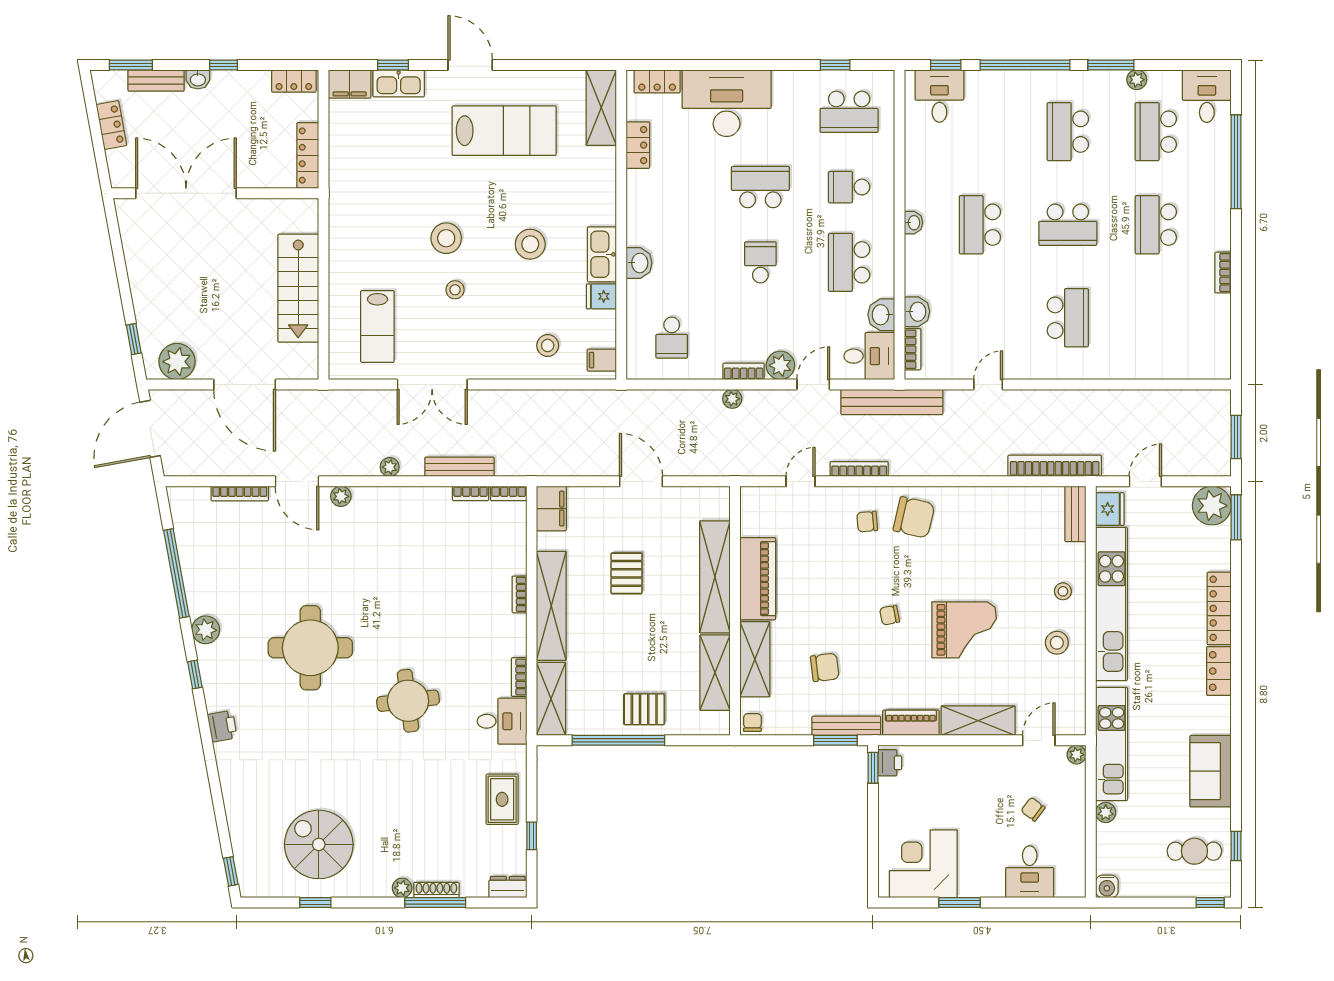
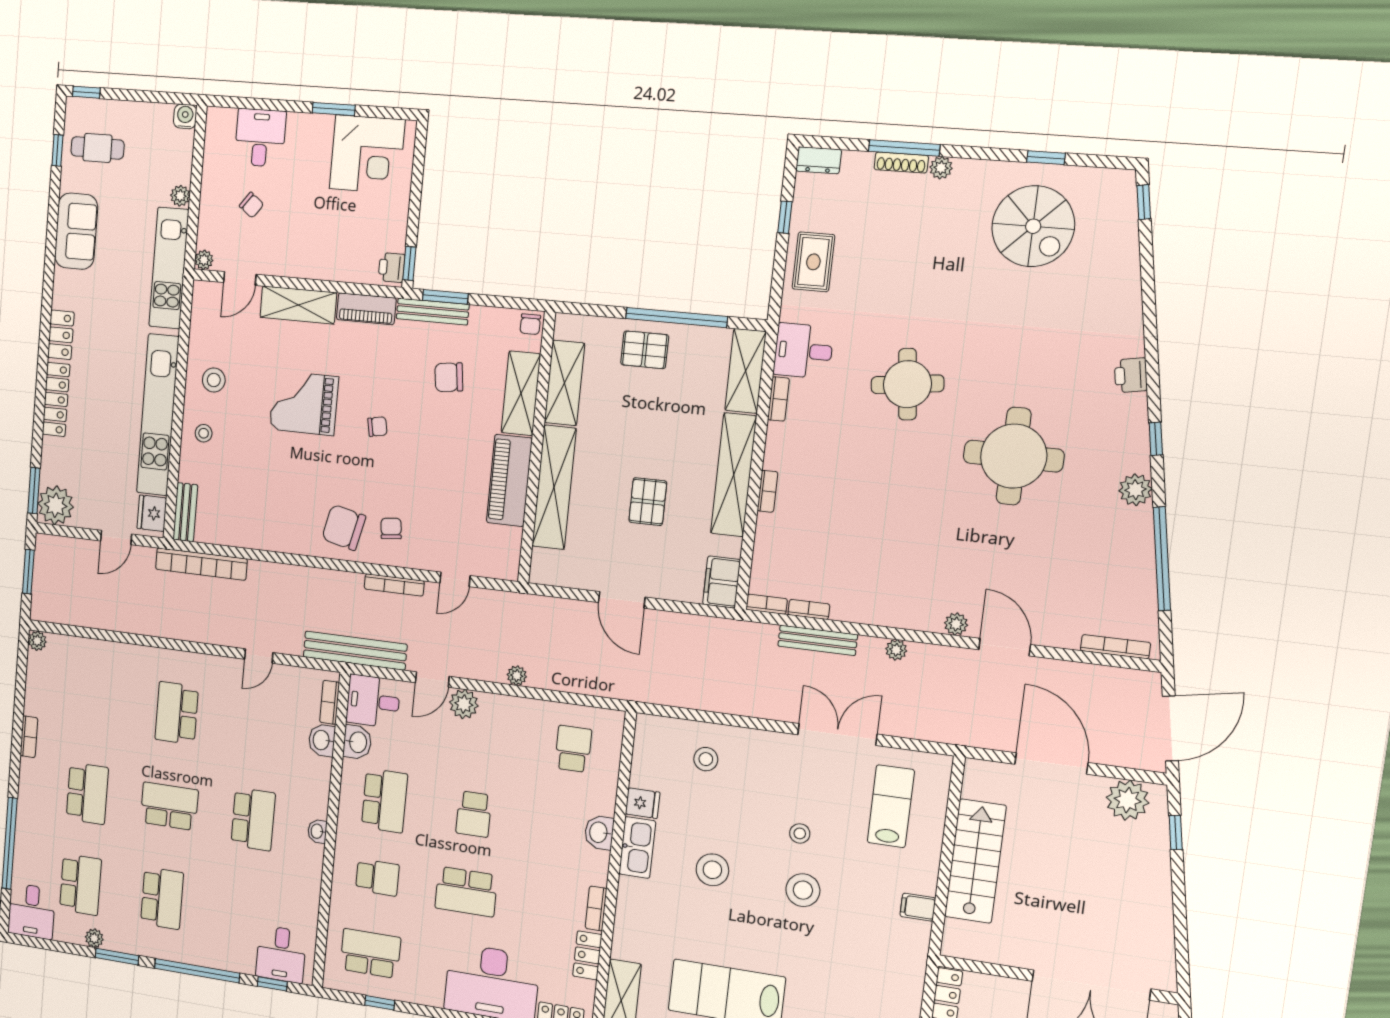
filing cabinet: (602, 360) -> (918, 907), moved, turned 180
plant: (1221, 370) -> (37, 641), added
bookcase: (744, 371) -> (596, 908), moved, turned 90
bookcase: (240, 493) -> (1115, 647), moved
chair: (867, 522) -> (391, 528), turned -91

